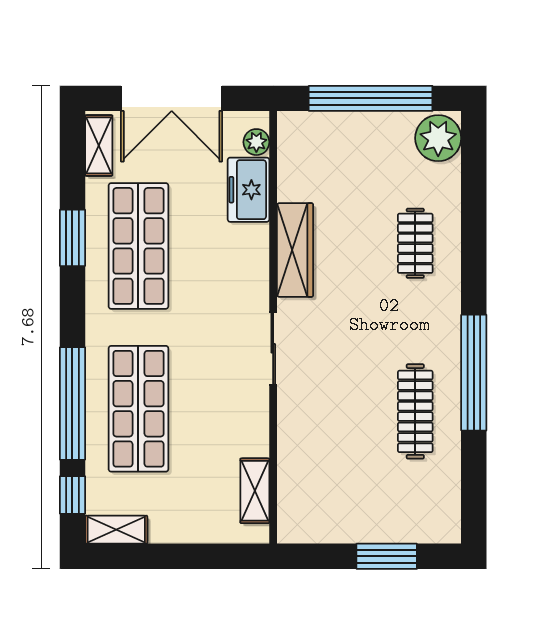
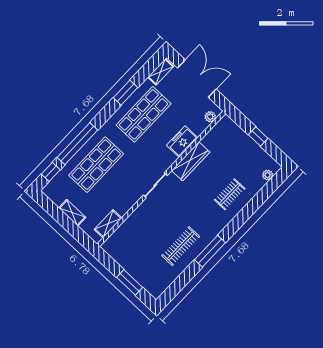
double door: (172, 98) -> (197, 79), swing flipped
window: (371, 98) -> (258, 137), width x0.32
plant: (438, 138) -> (268, 175), width x0.53, depth x0.53
freezer: (248, 190) -> (182, 141), moved
window: (474, 373) -> (210, 251), width x0.68
shelving: (116, 530) -> (72, 213), moved

